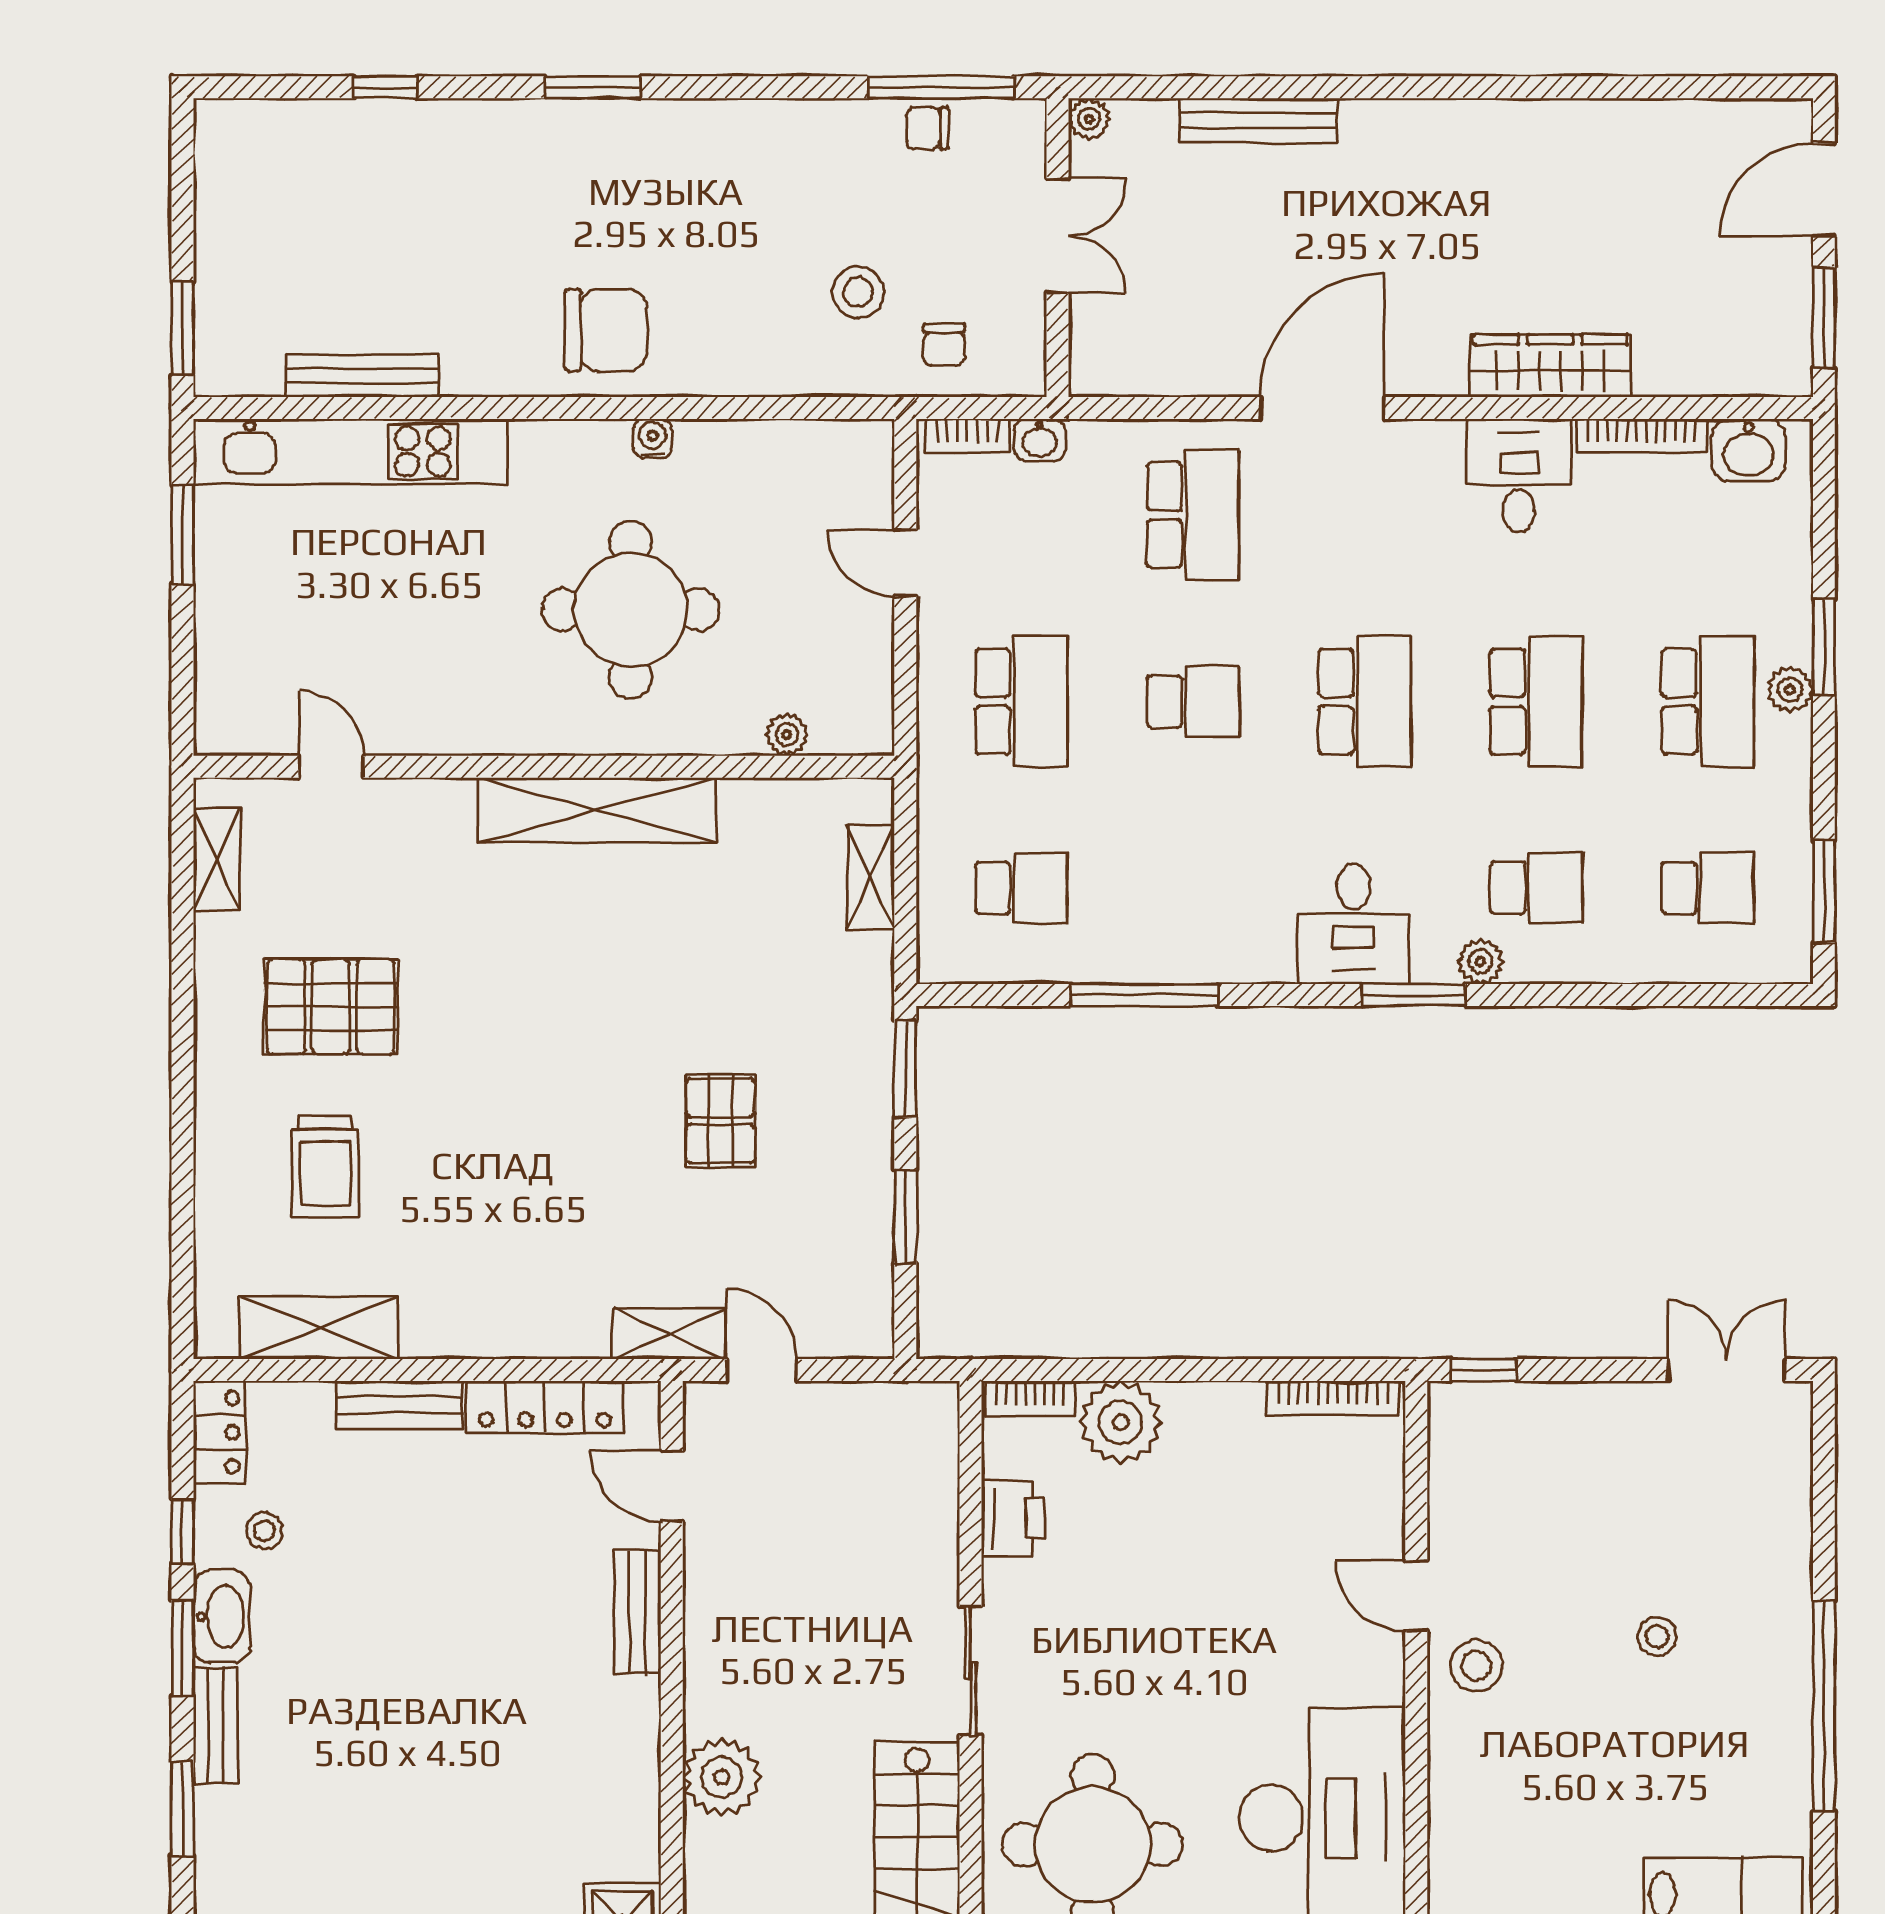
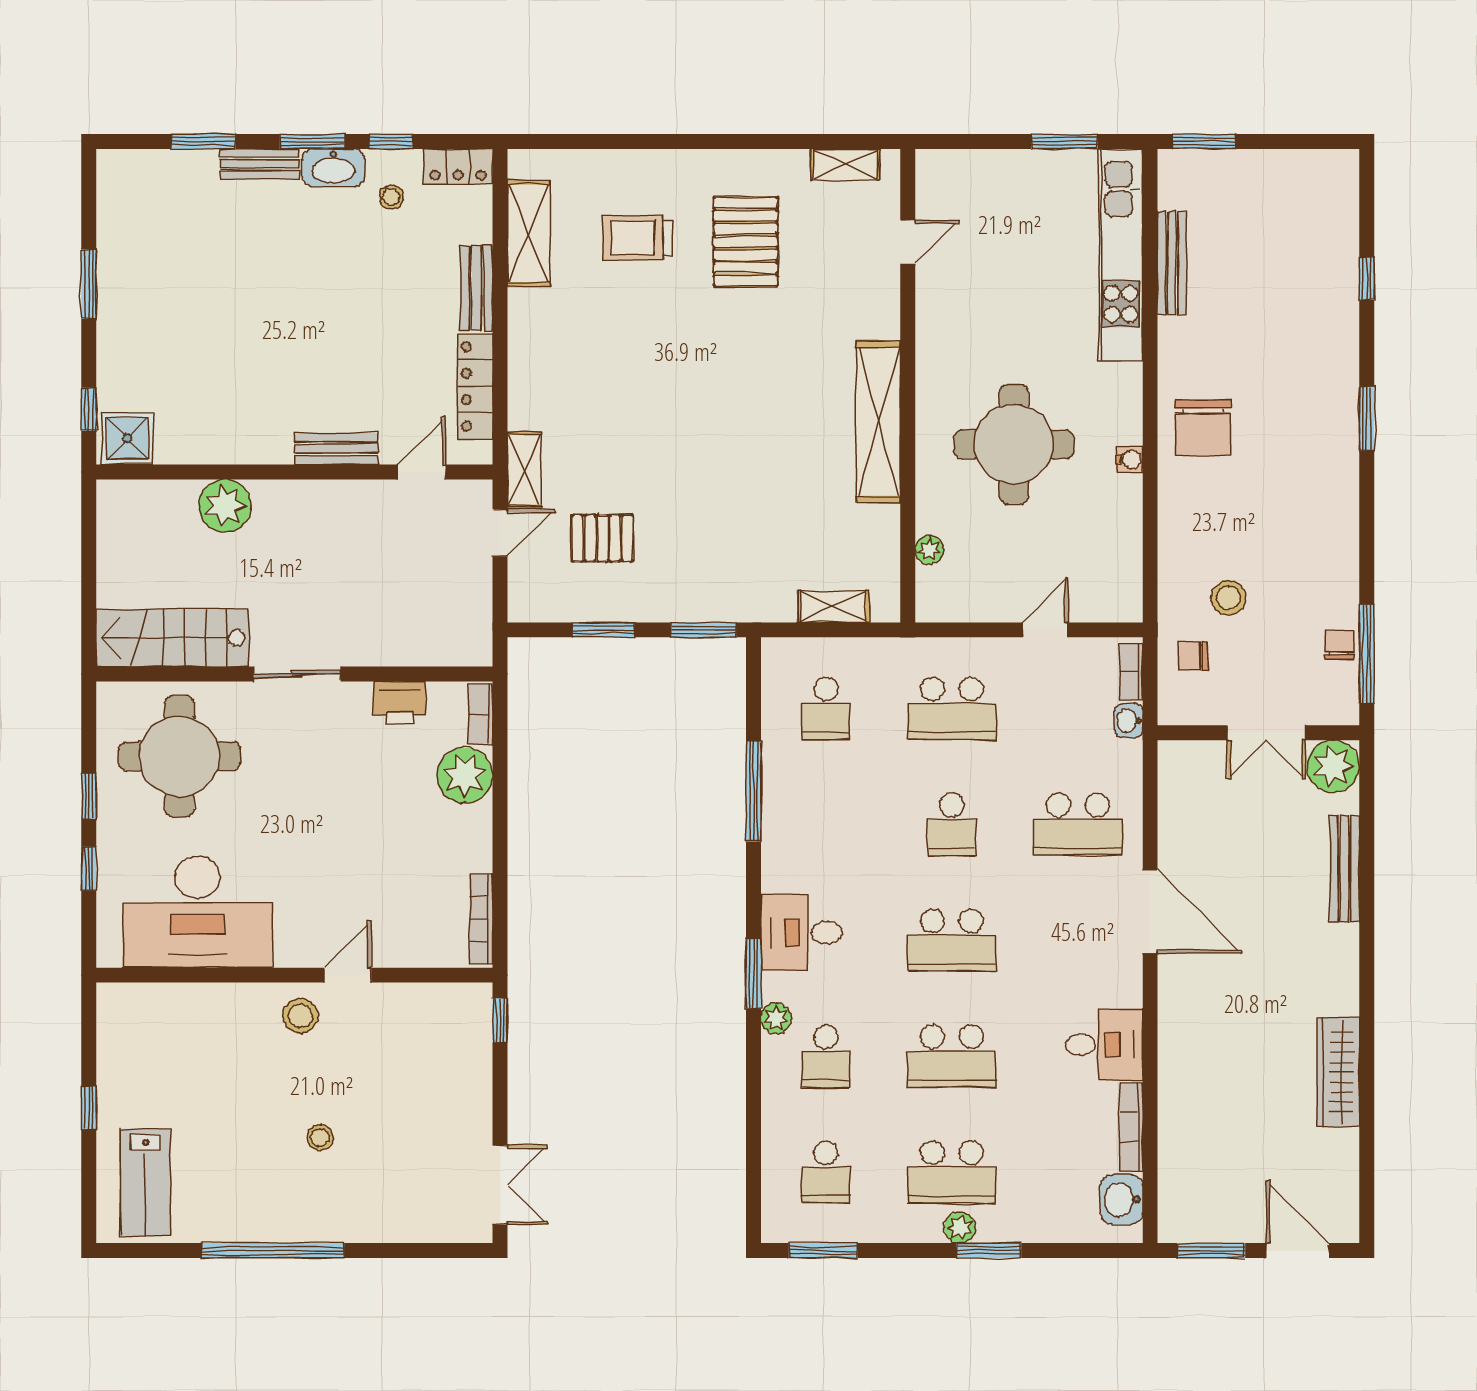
plant: (1089, 119) -> (1333, 766), width x1.87, depth x1.87
wardrobe: (1550, 366) -> (1338, 1072), moved, turned 180
pallet: (720, 1121) -> (603, 538), moved

